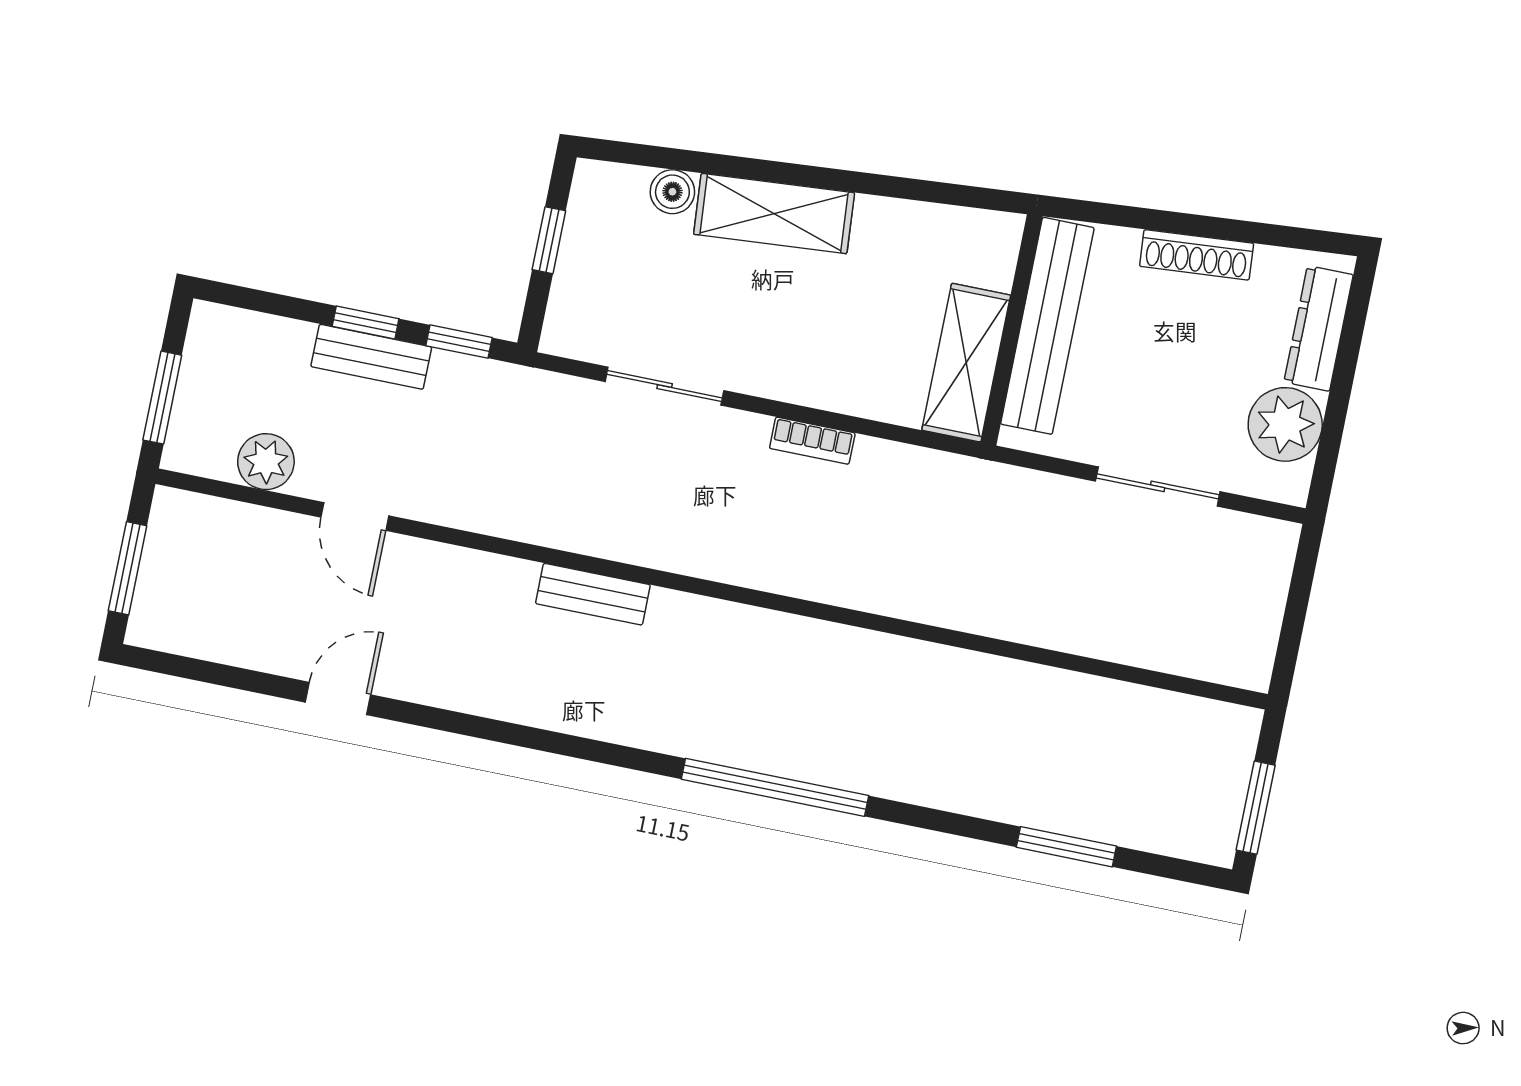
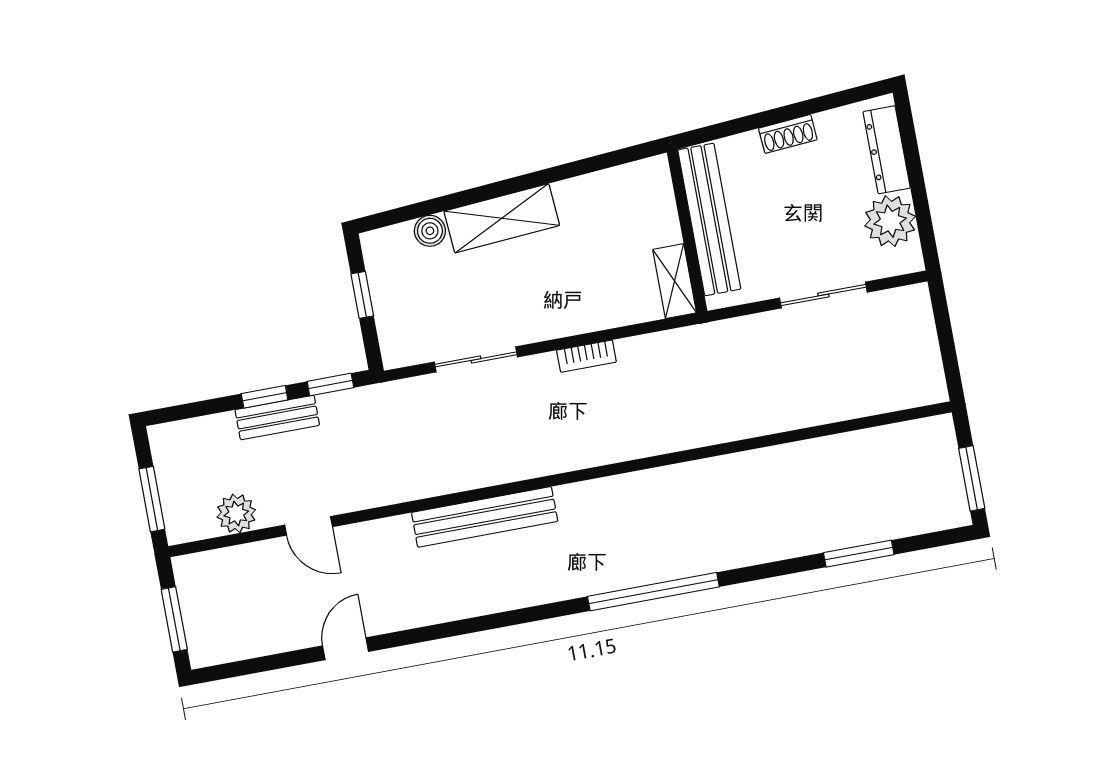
shoe rack: (1197, 255) -> (788, 134), width x0.70
shelving: (966, 363) -> (675, 281), width x0.67, depth x0.75
bench: (593, 594) -> (485, 517), width x1.86, depth x1.21

